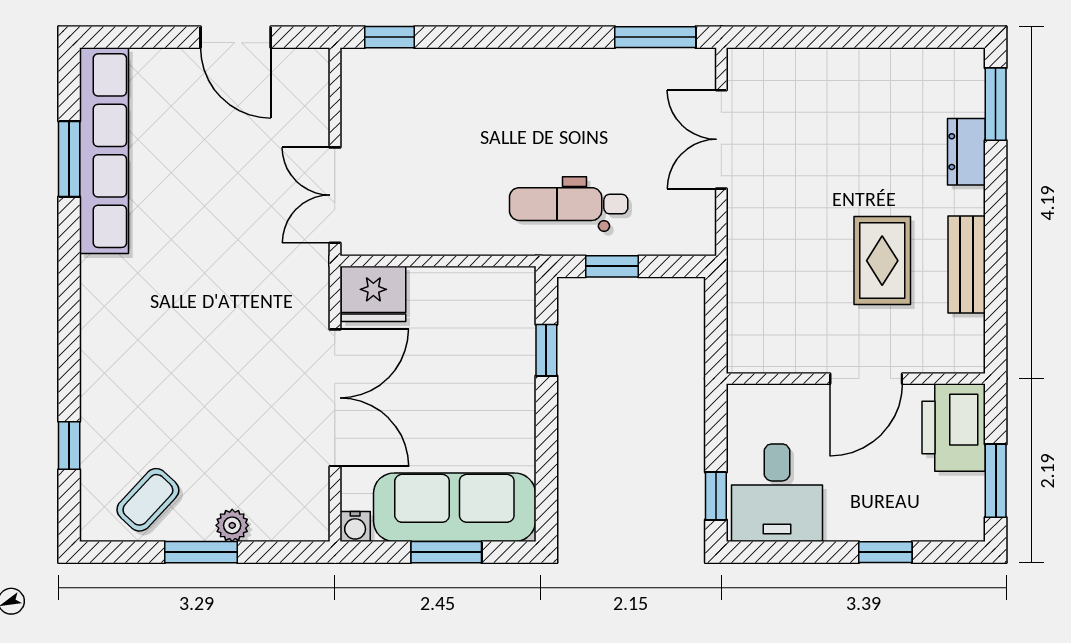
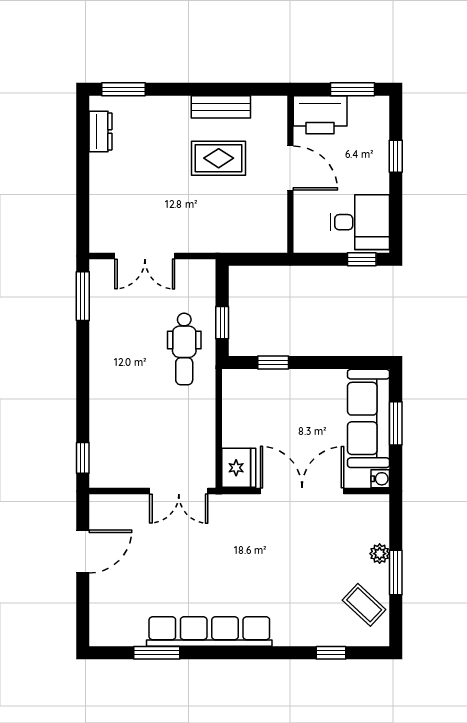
row of seats: (104, 151) -> (209, 632), moved
dresser: (966, 152) -> (100, 131), moved, turned -90

